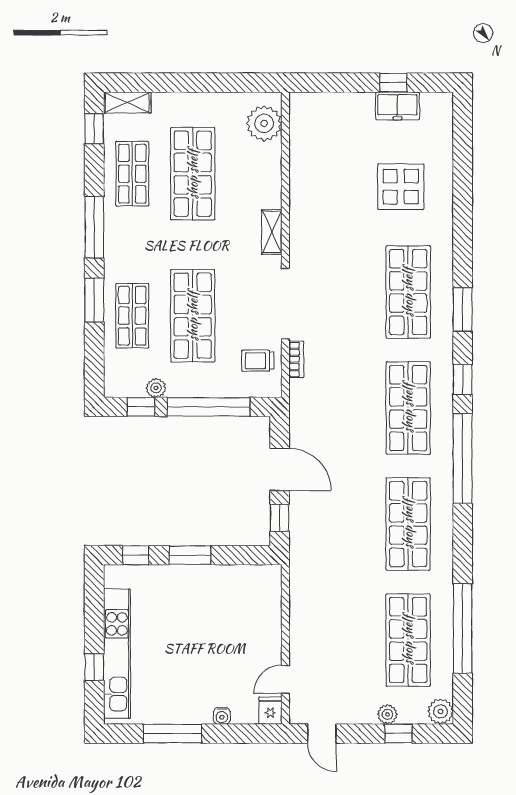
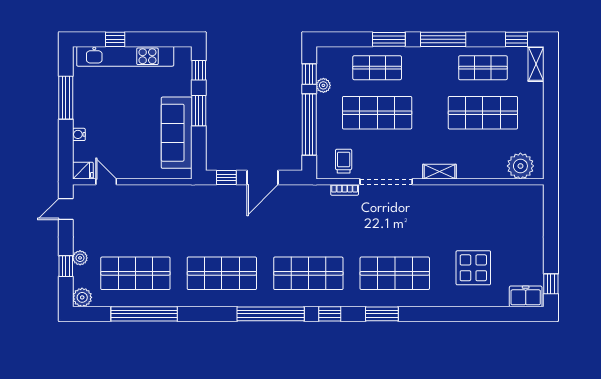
window: (393, 83) -> (551, 284), moved
freezer: (397, 106) -> (526, 296), moved, turned 90
sofa: (219, 585) -> (177, 133), added

